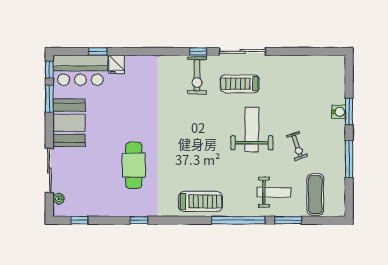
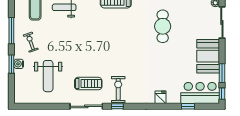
fridge: (117, 64) -> (161, 97), moved
weight bench: (252, 129) -> (48, 76), moved
exercise bike: (297, 146) -> (31, 42), moved

